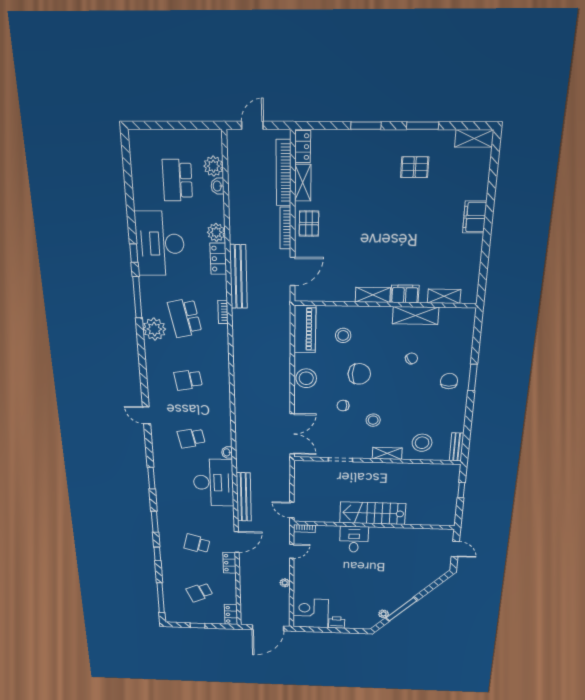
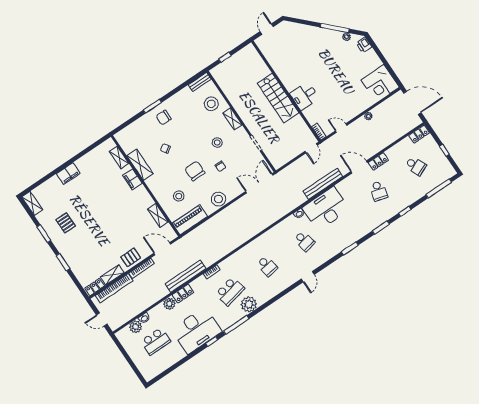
shelving: (373, 295) -> (158, 215), moved
printer: (337, 622) -> (364, 45), moved

